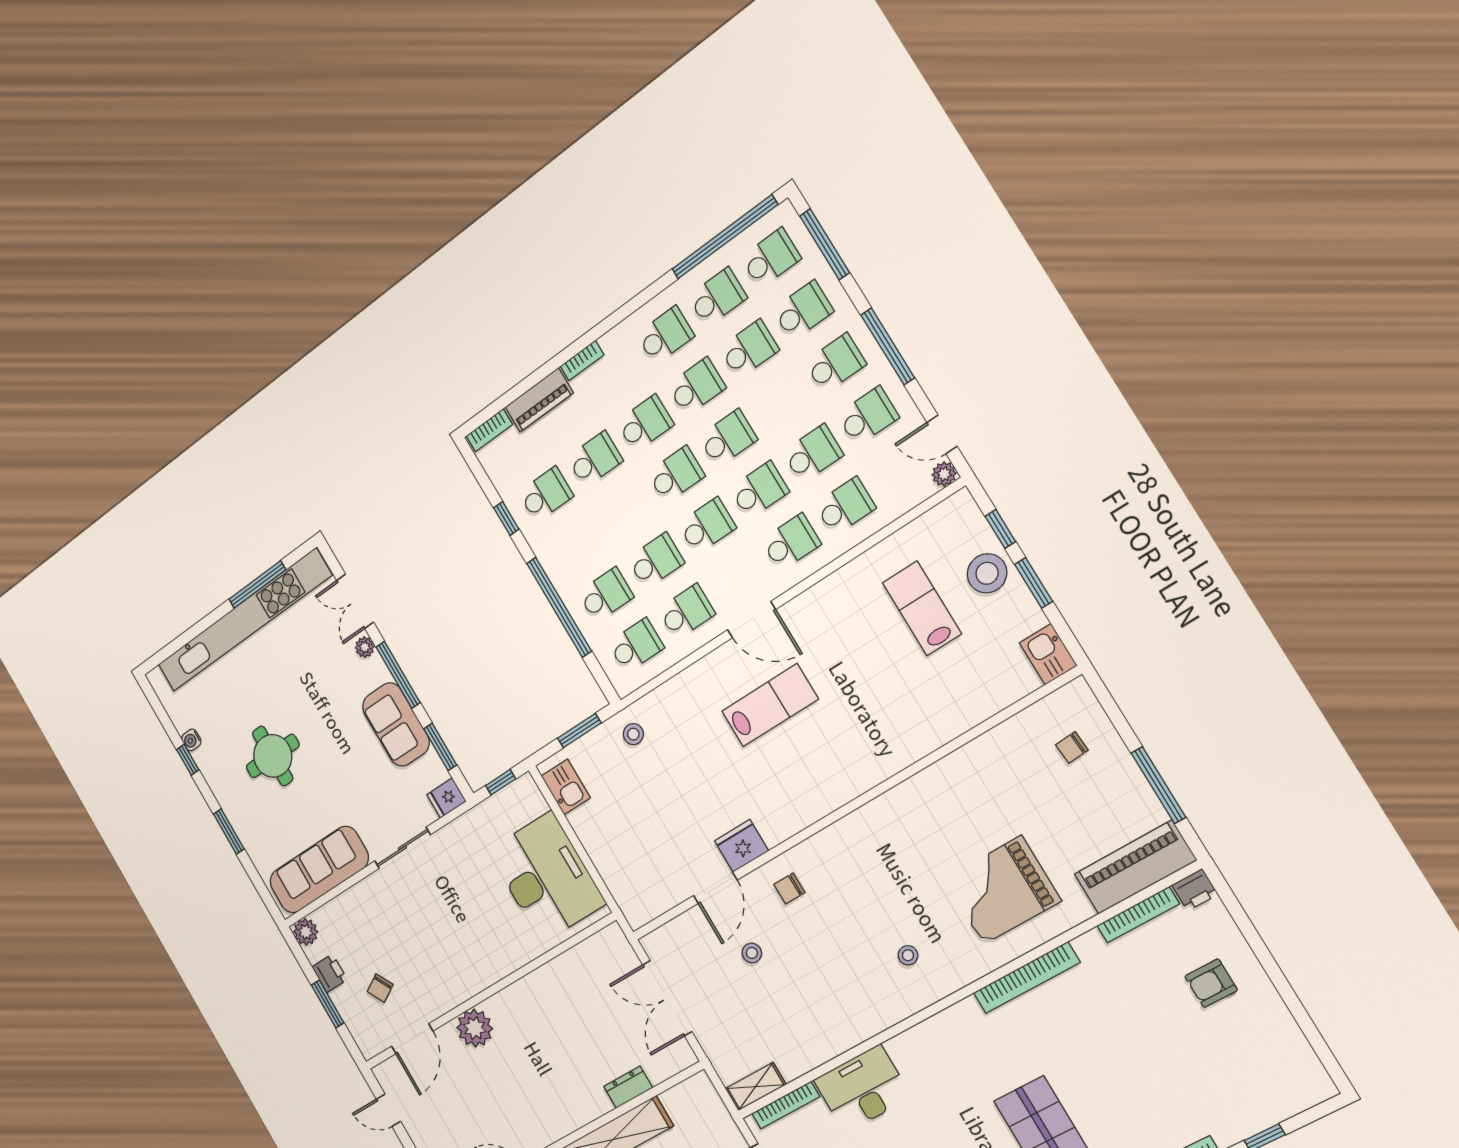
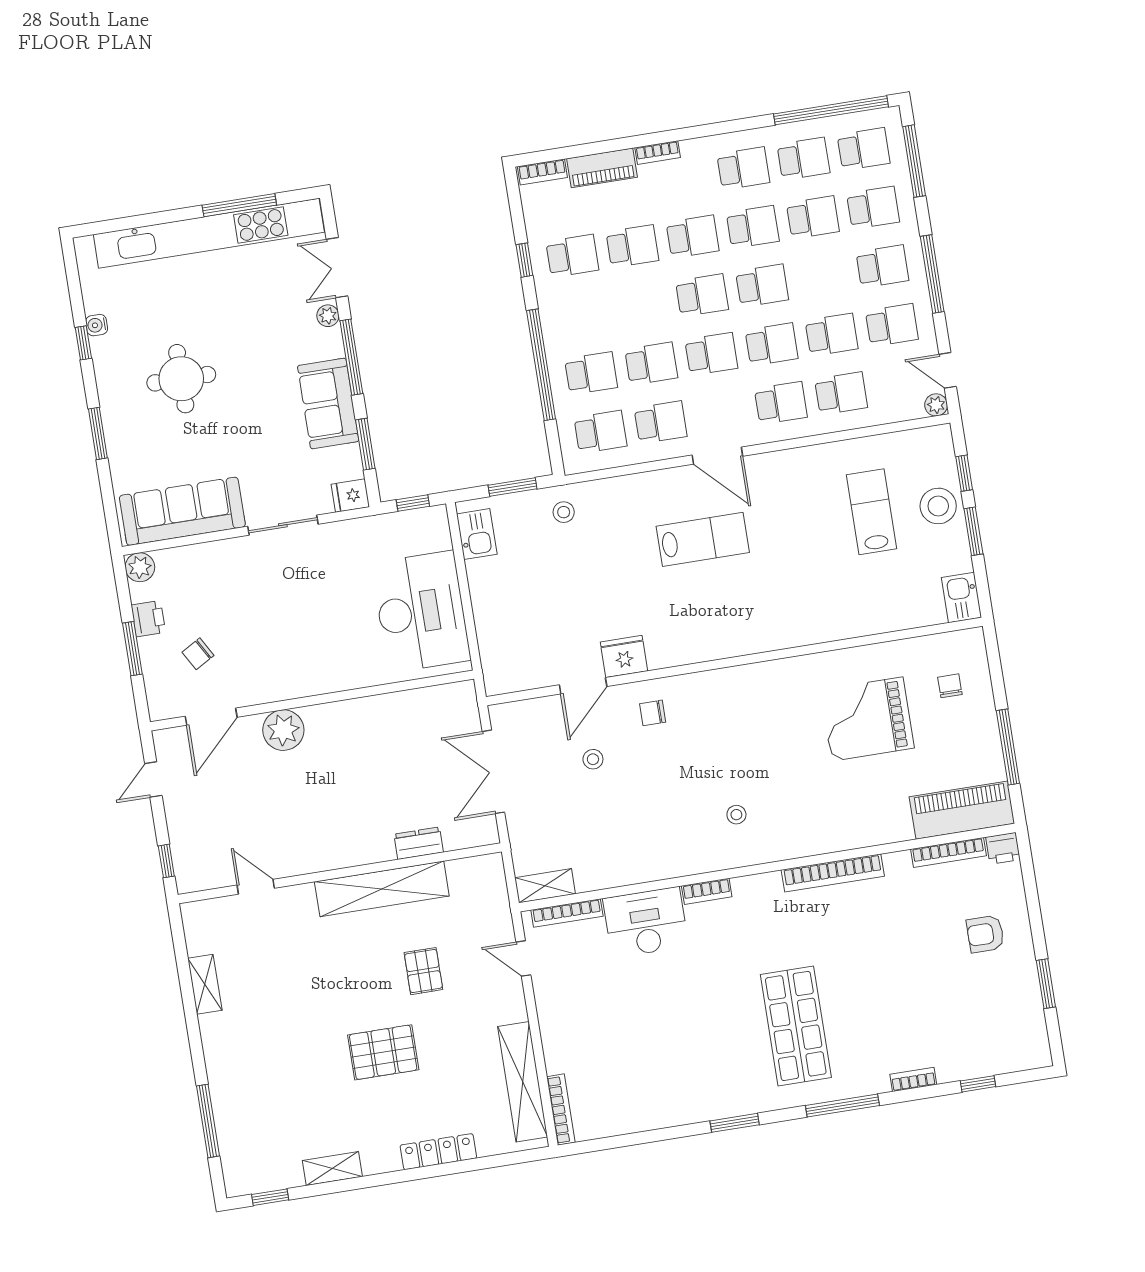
chair: (1072, 747) -> (950, 686), turned 94
grand piano: (1002, 890) -> (867, 719), moved
window: (1298, 1012) -> (1046, 984), added
bookcase: (909, 1039) -> (707, 891), added
door: (389, 1110) -> (153, 779), hinge flipped

